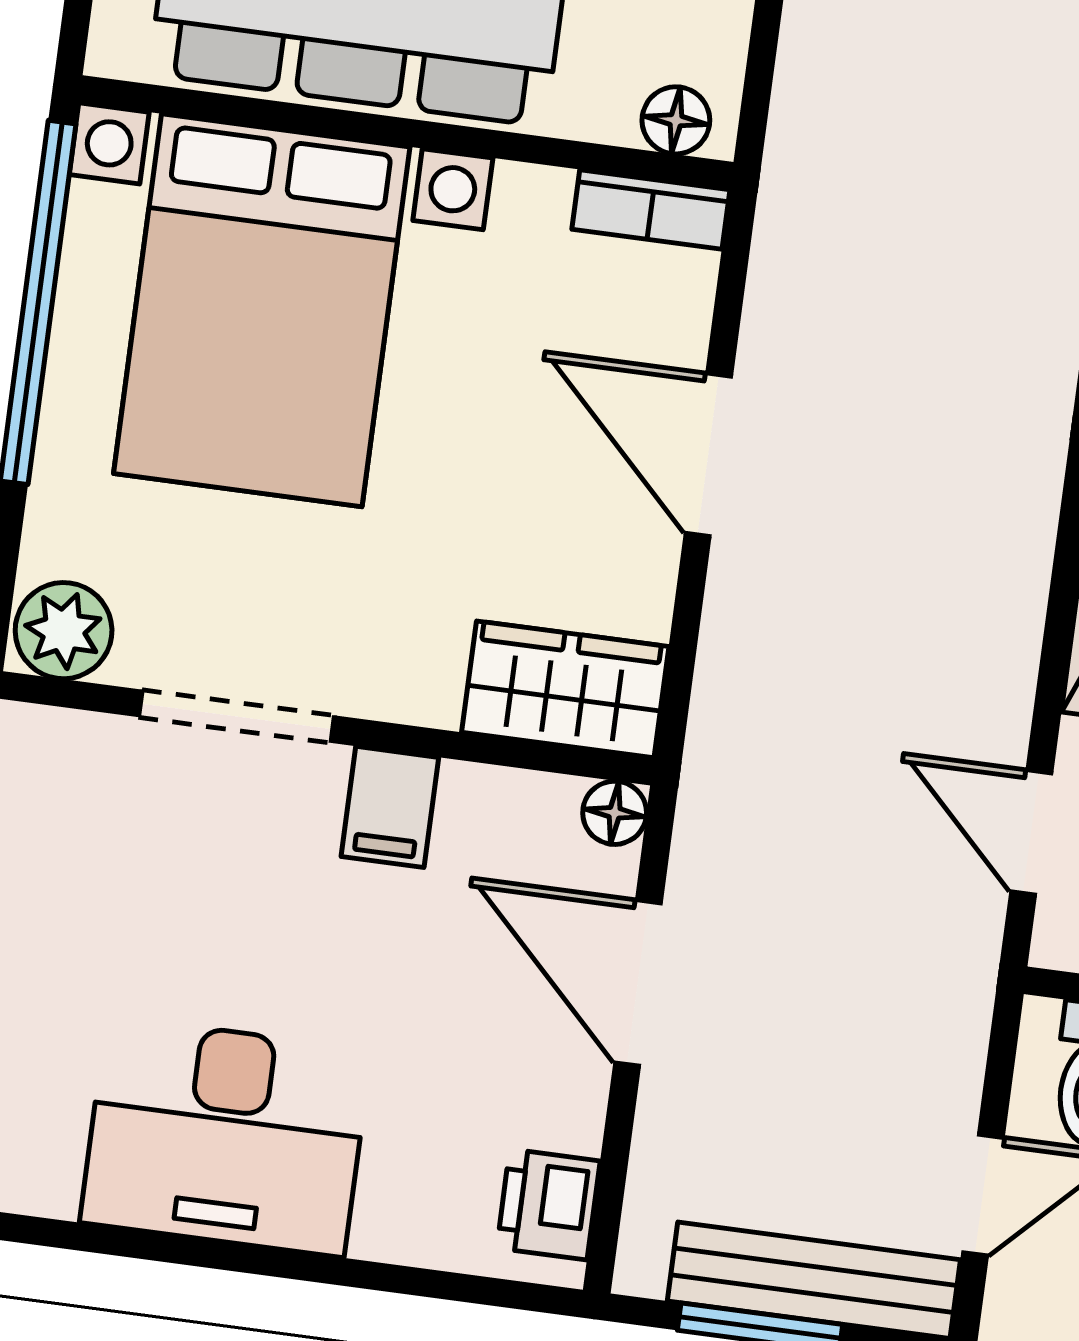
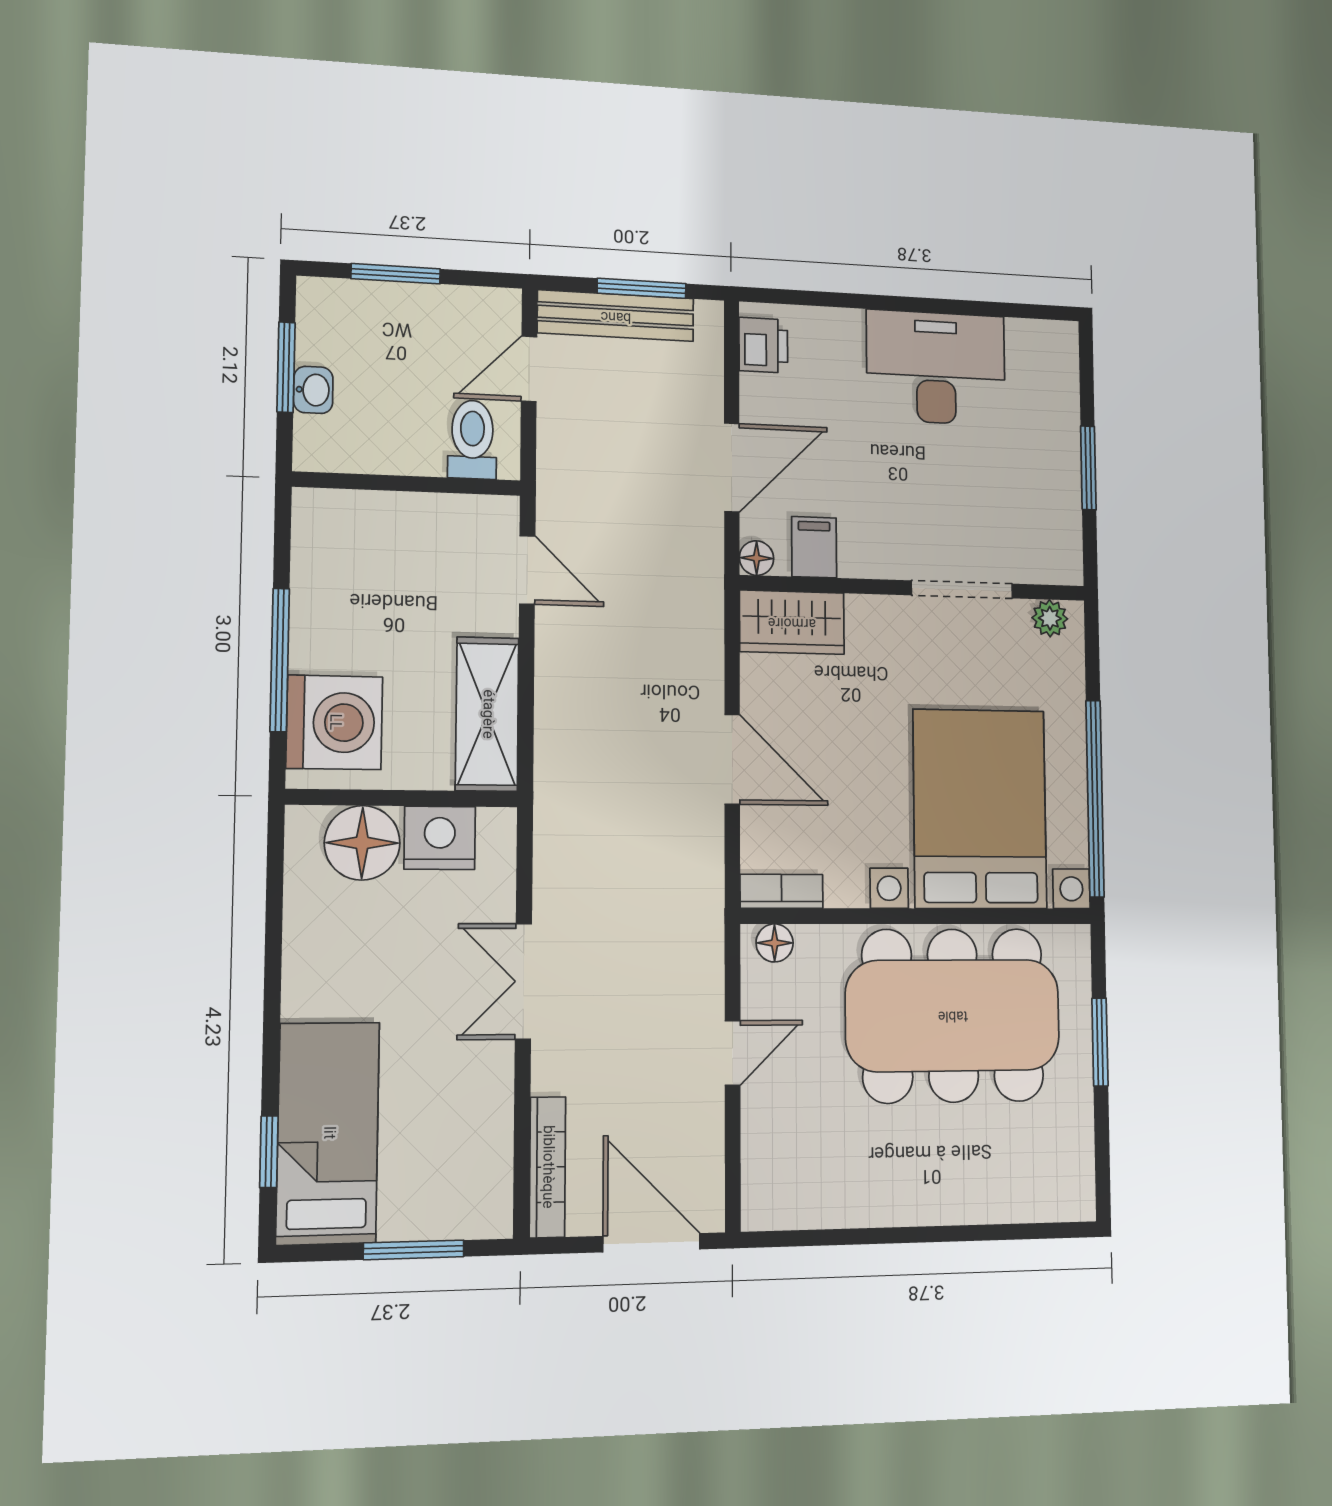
plant: (64, 631) -> (1050, 618), width x0.73, depth x0.73
filing cabinet: (390, 807) -> (814, 547), moved
door: (638, 983) -> (732, 467), hinge flipped

